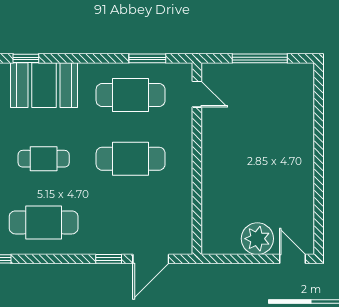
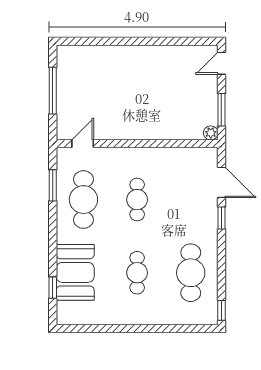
cafe table: (131, 159) -> (137, 200), width x0.73, depth x0.74
plant: (257, 239) -> (211, 133), moved, width x0.53, depth x0.53
window: (237, 259) -> (221, 110), added

